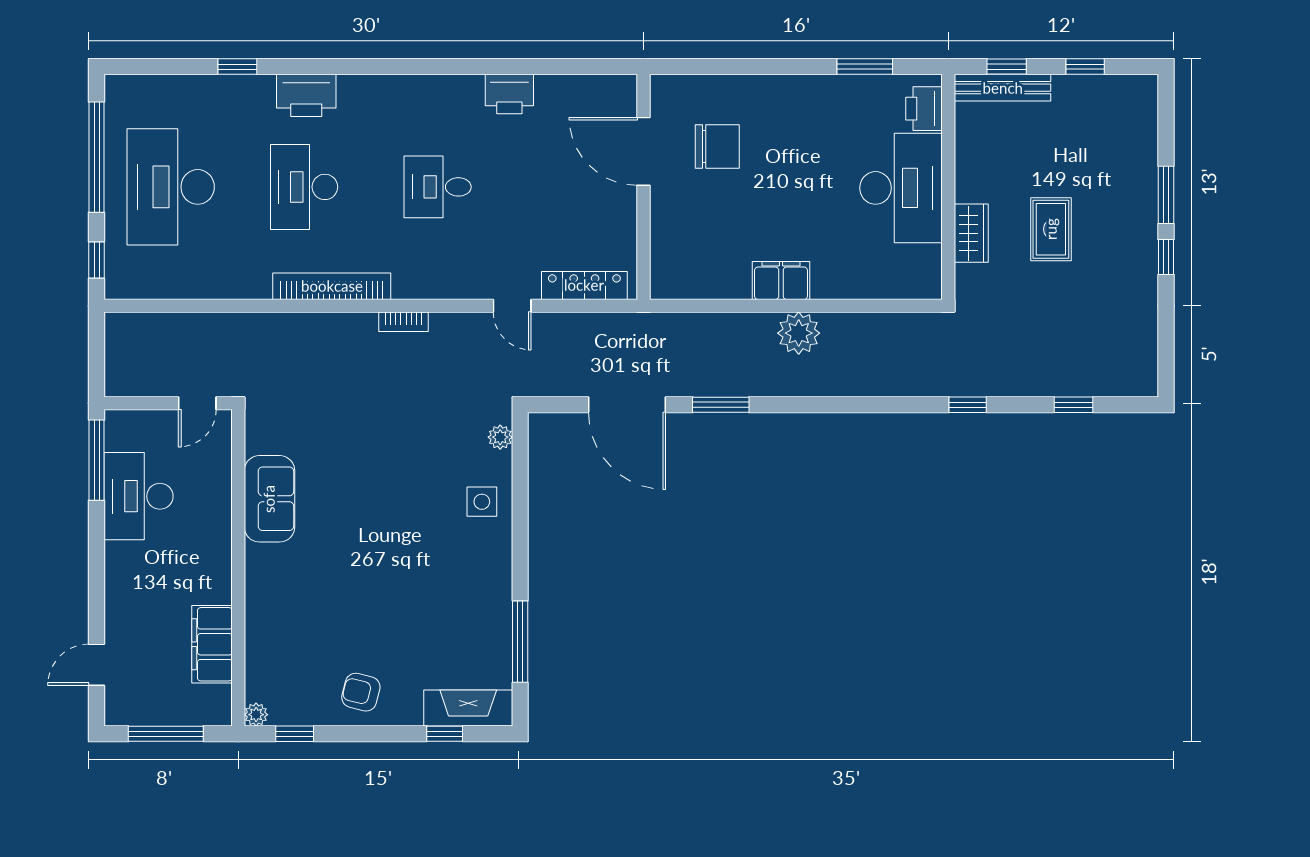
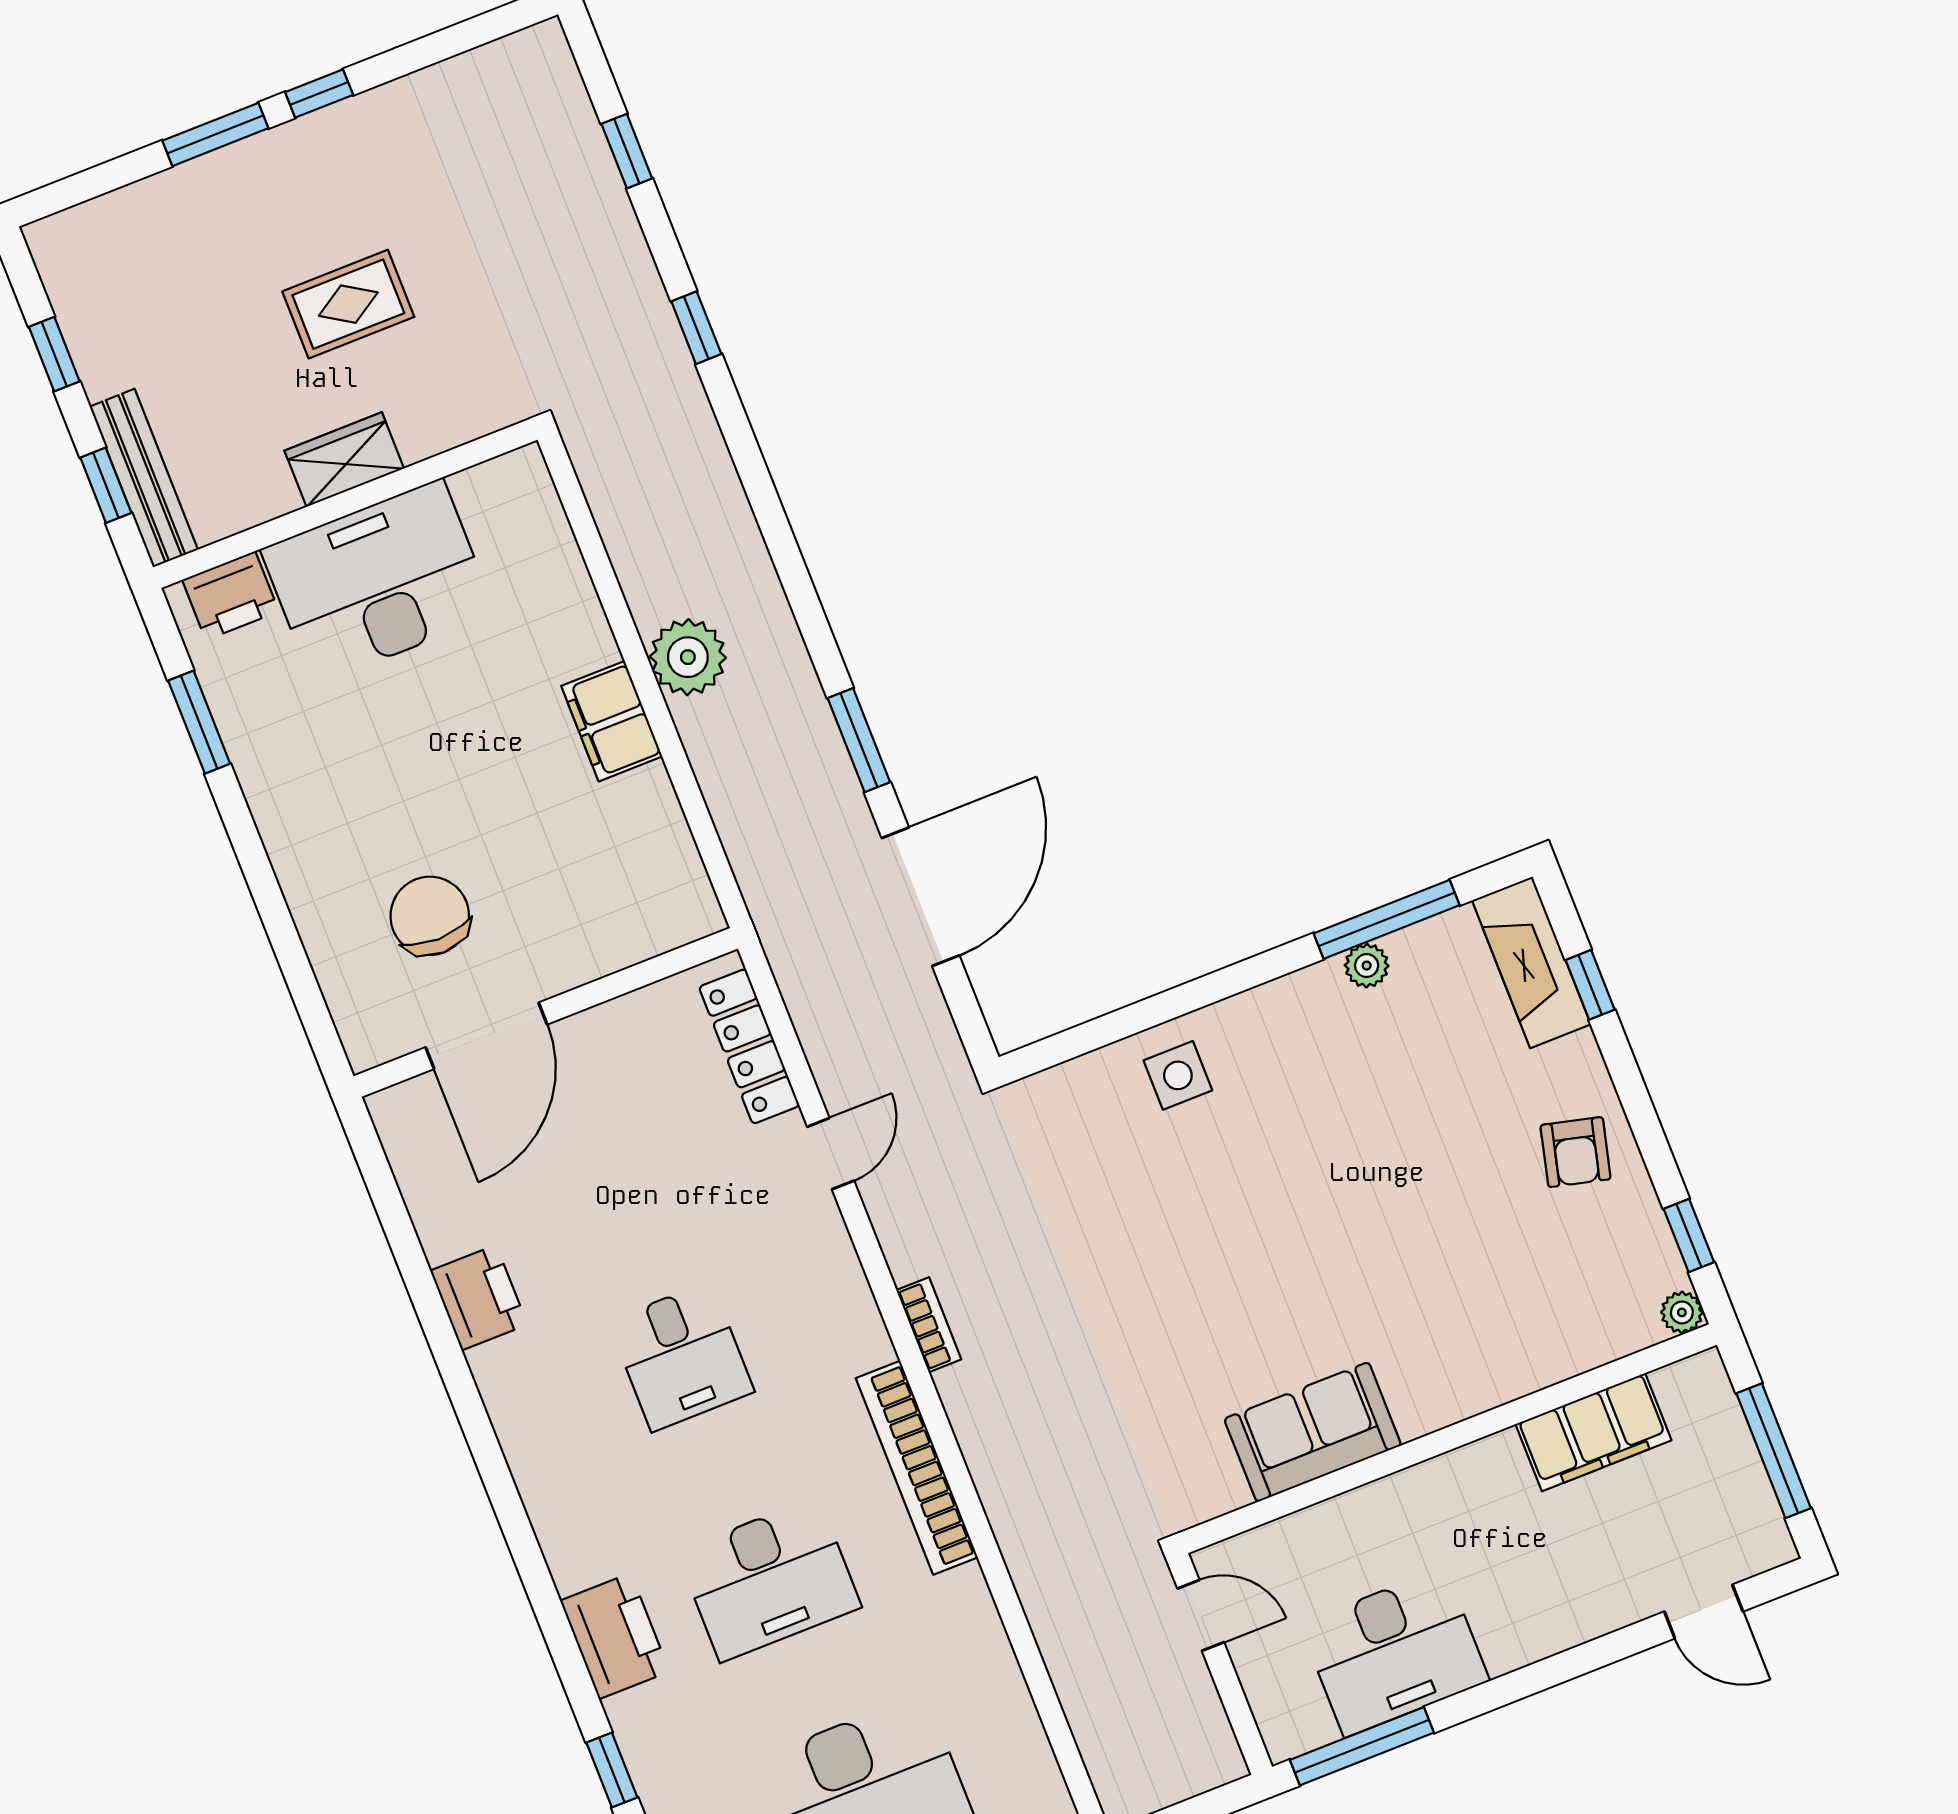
wardrobe: (971, 233) -> (344, 460), moved
plant: (500, 437) -> (1367, 966), moved

